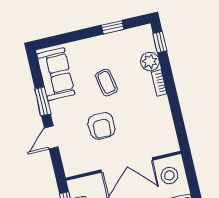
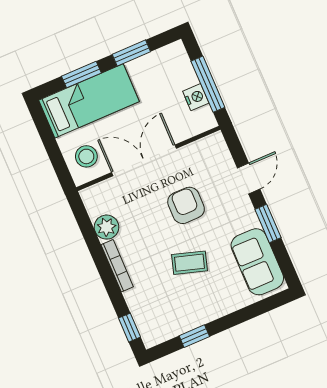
plant: (150, 61) -> (107, 227), moved
coffee table: (107, 83) -> (190, 263), turned -62
bookcase: (159, 83) -> (117, 266), width x1.56

